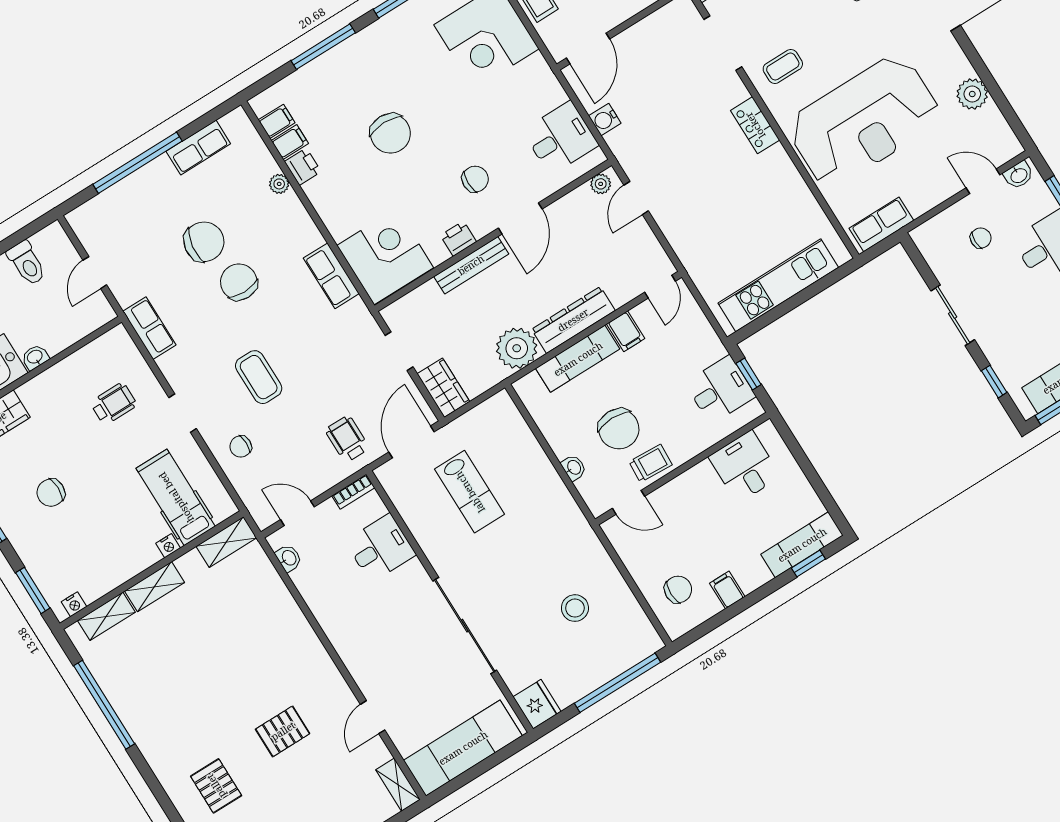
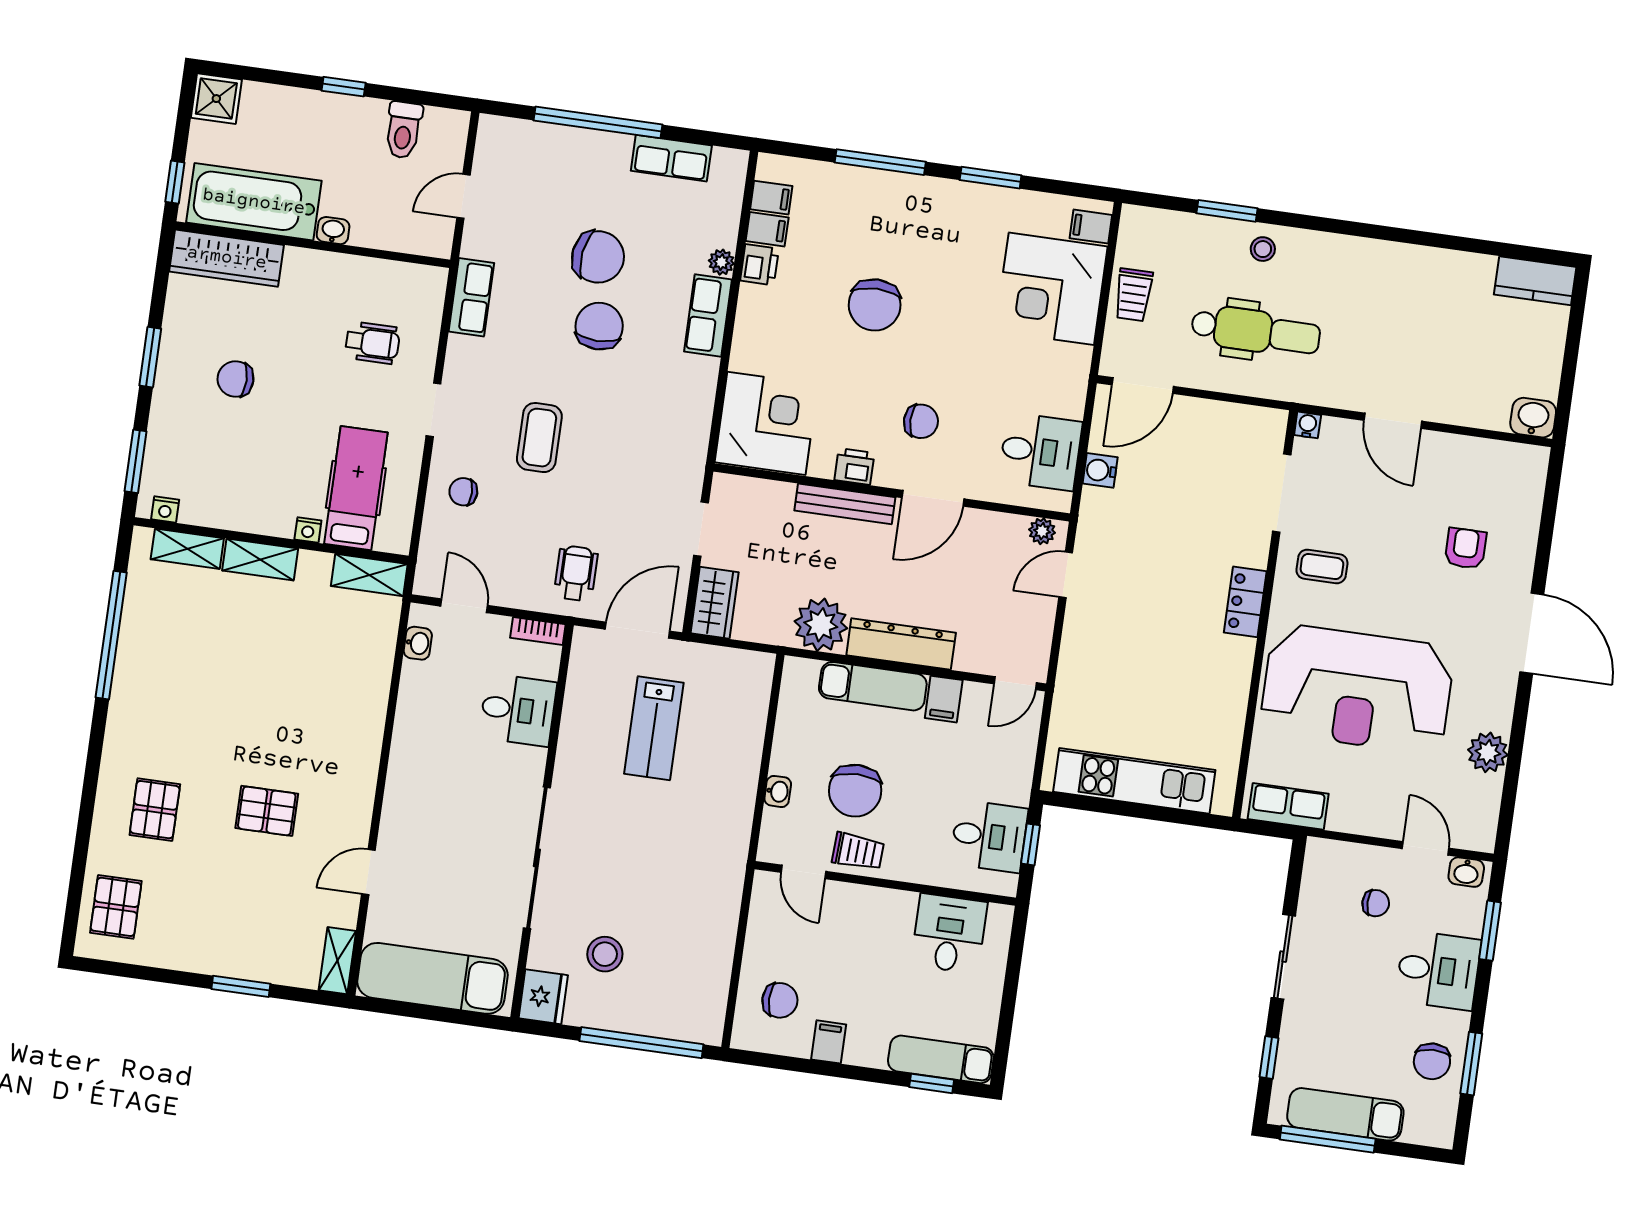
row of seats: (331, 276) -> (708, 315), moved
stool: (575, 608) -> (605, 954), moved

